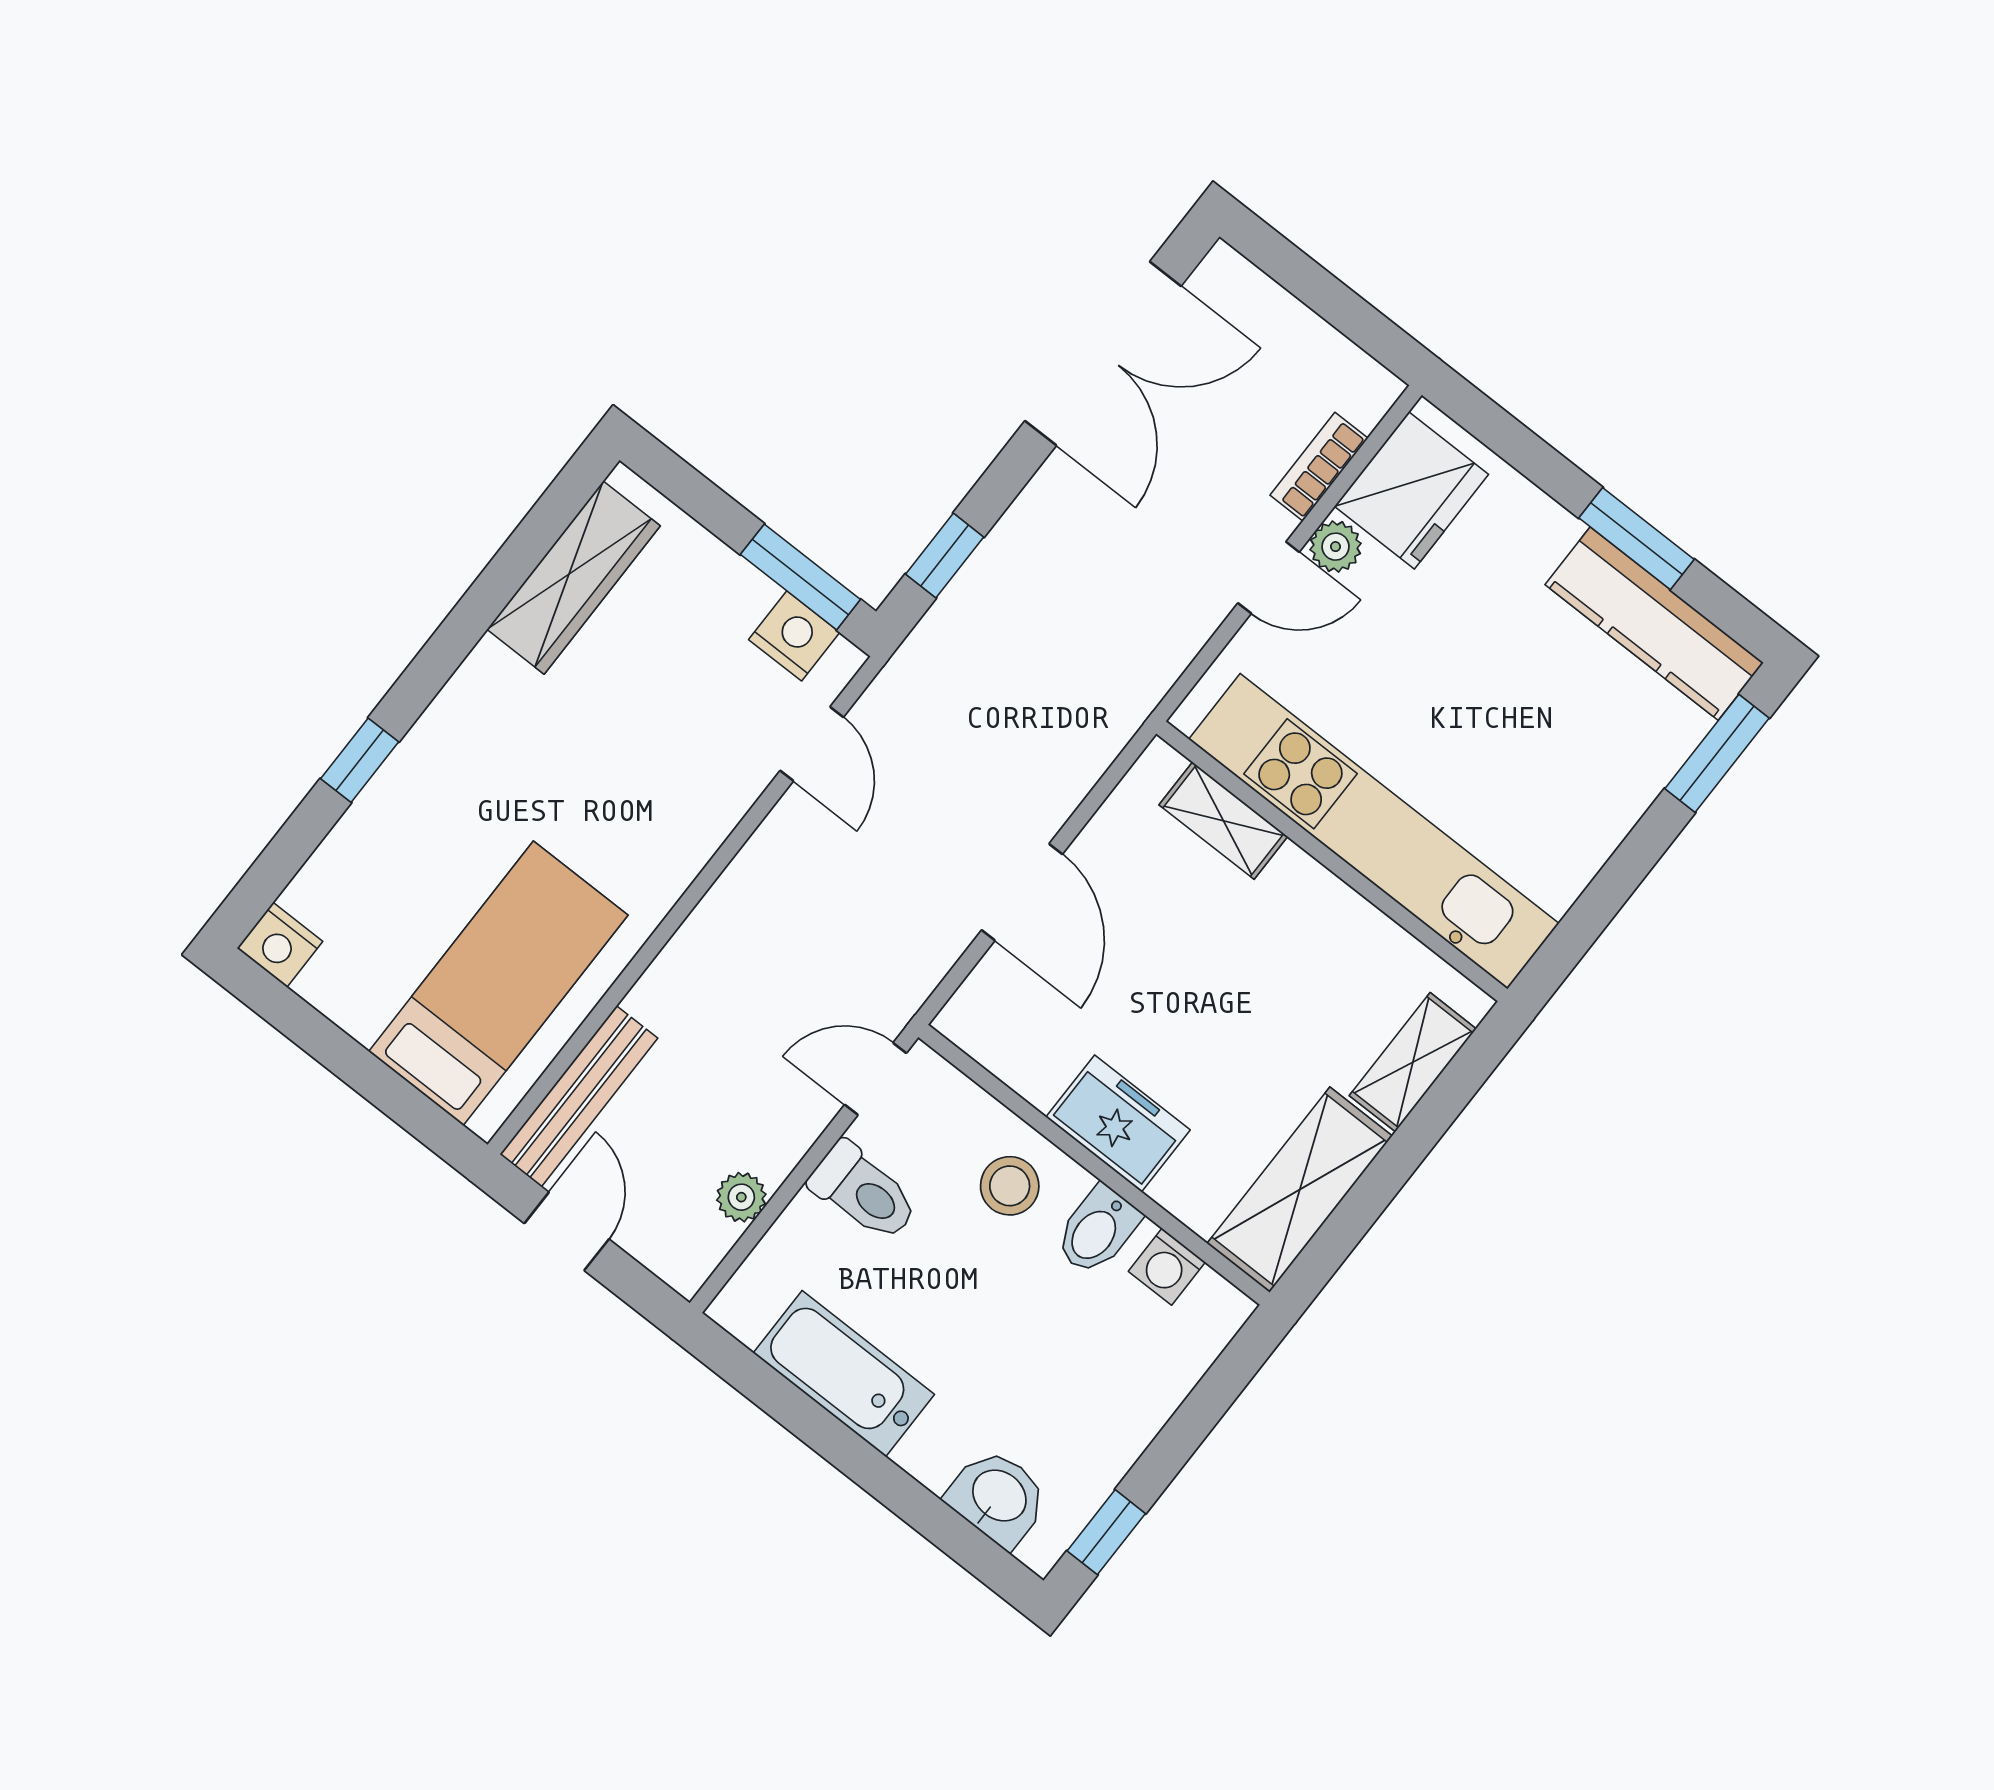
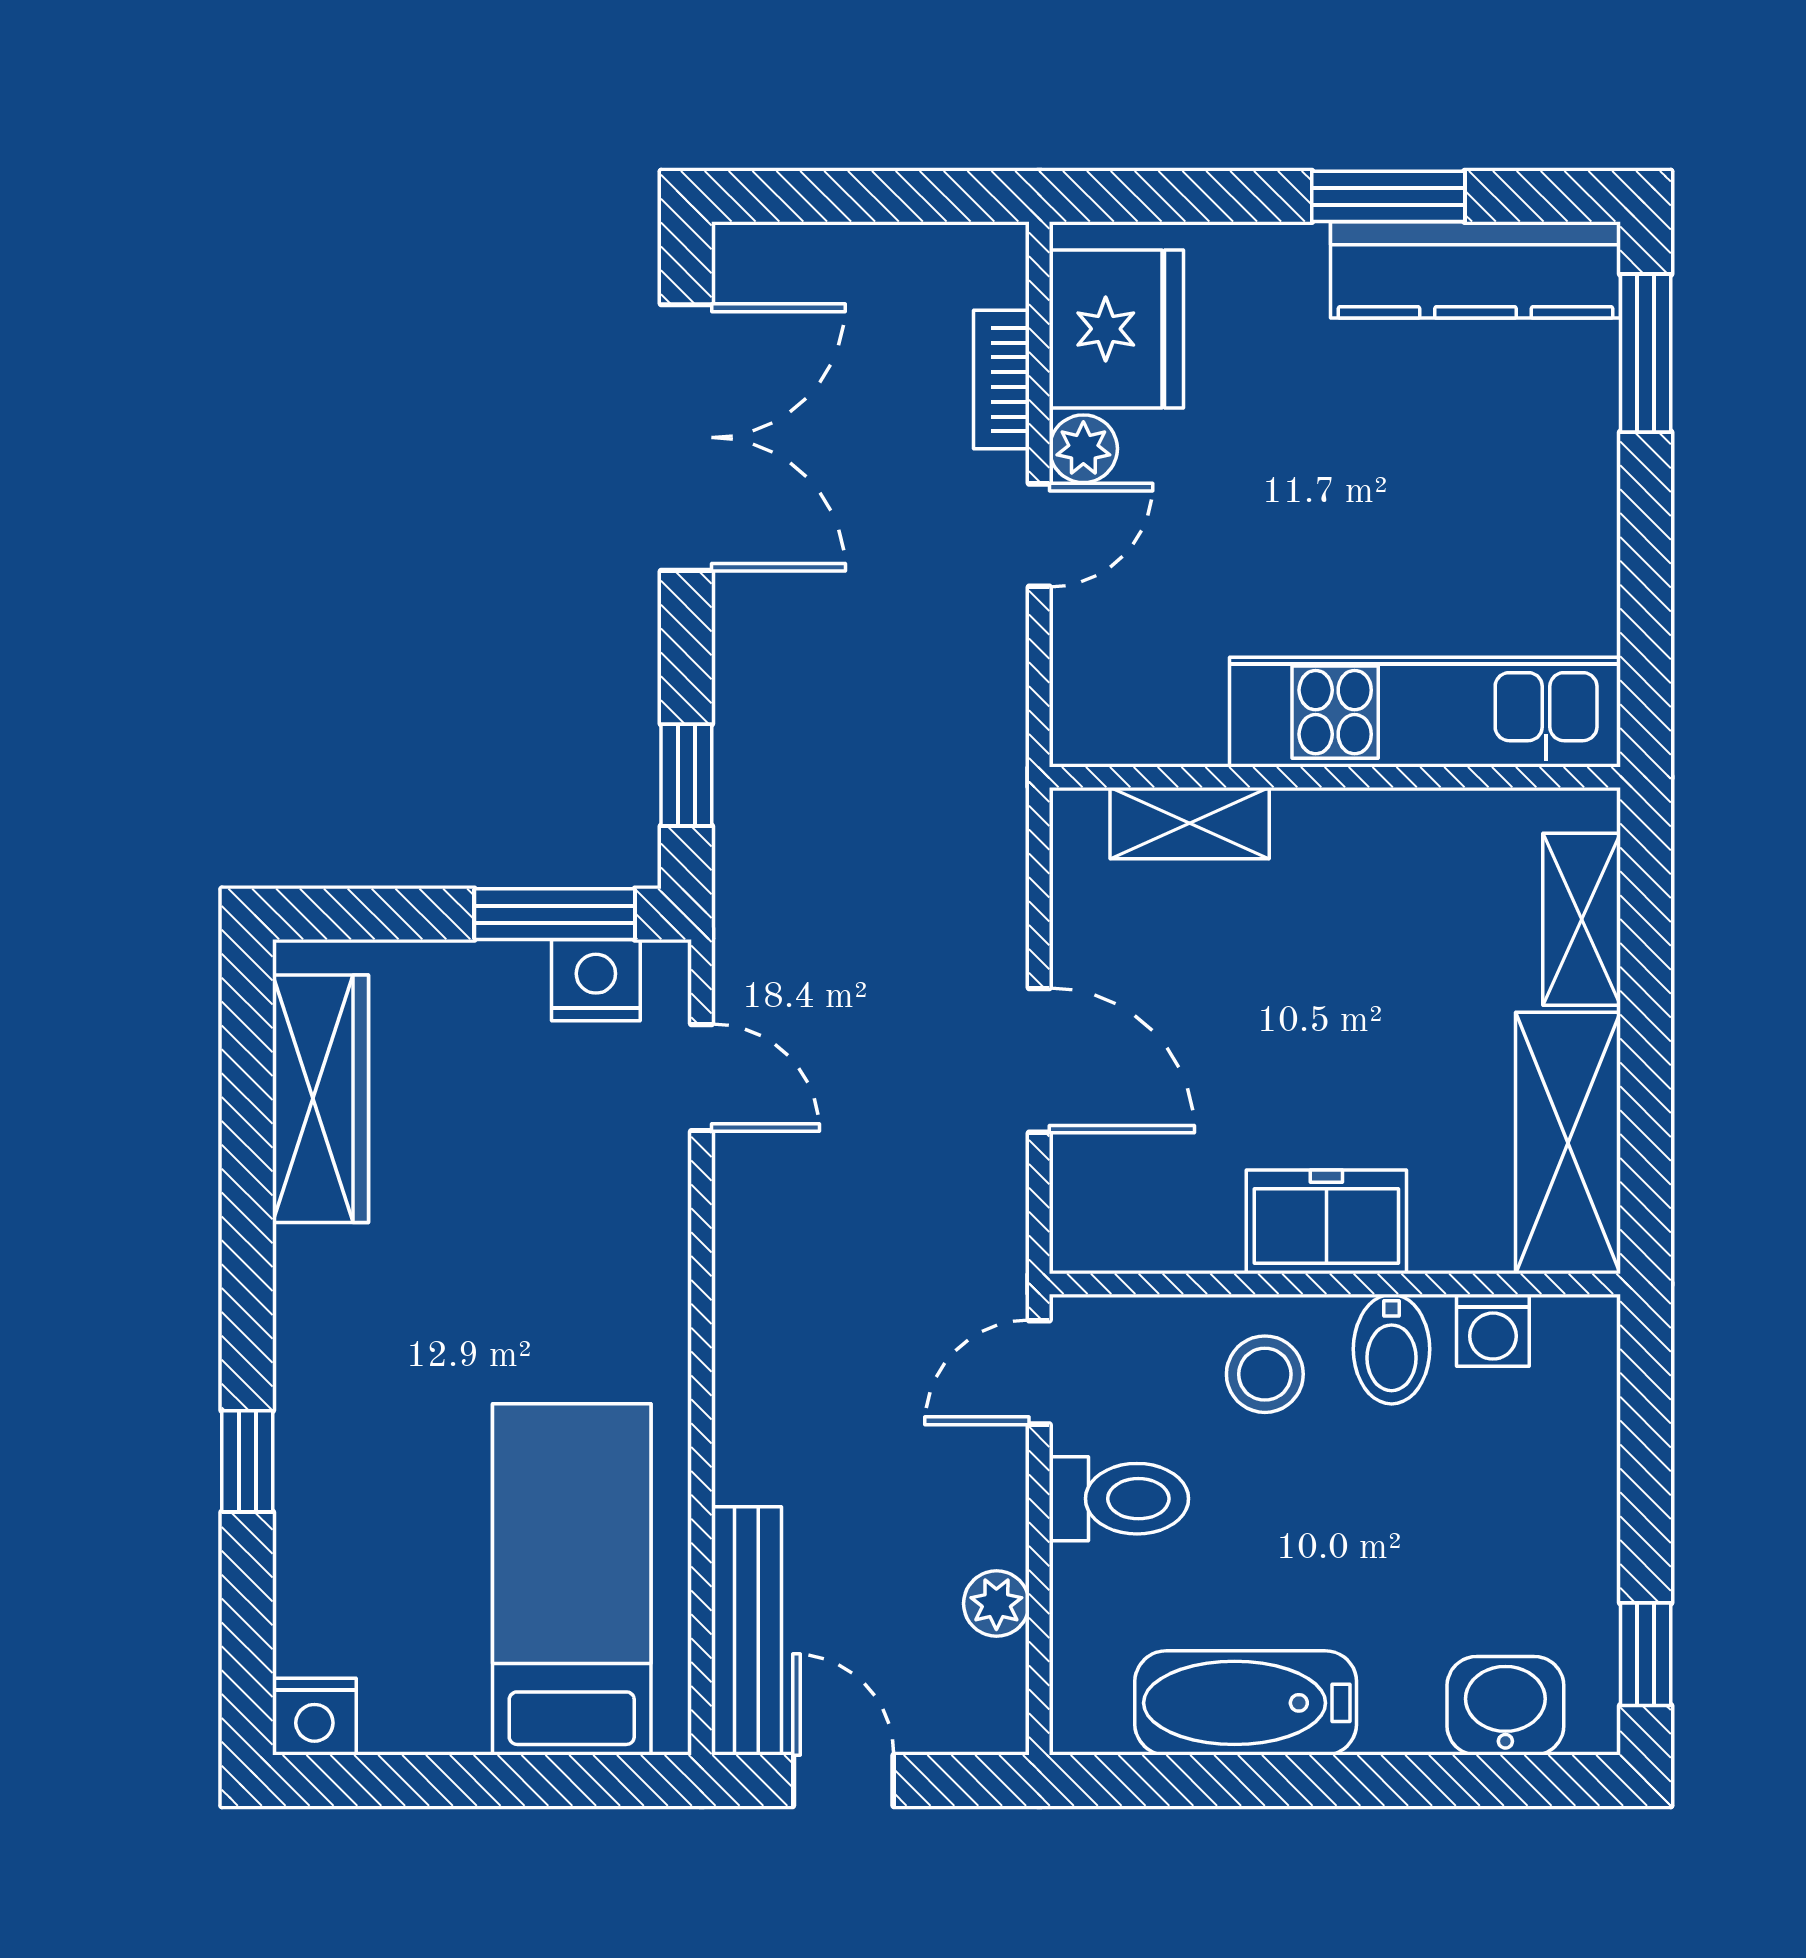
kitchen unit: (1374, 831) -> (1425, 712), width x0.73

